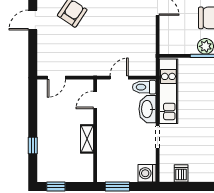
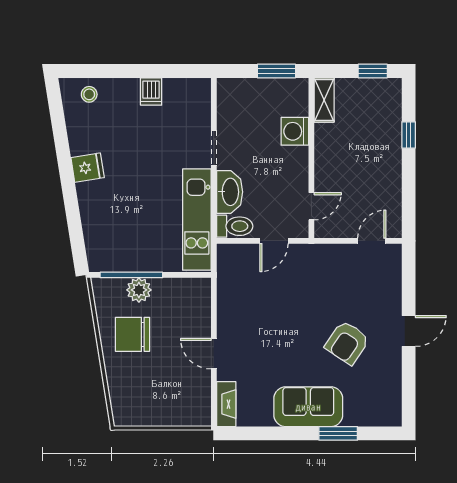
shelving: (87, 139) -> (324, 100), moved
washing machine: (147, 173) -> (295, 131), moved, turned 180
dishwasher: (181, 173) -> (151, 91), moved

